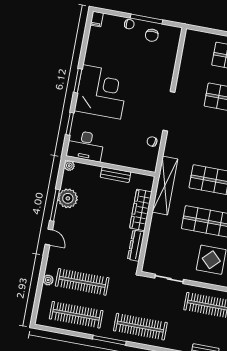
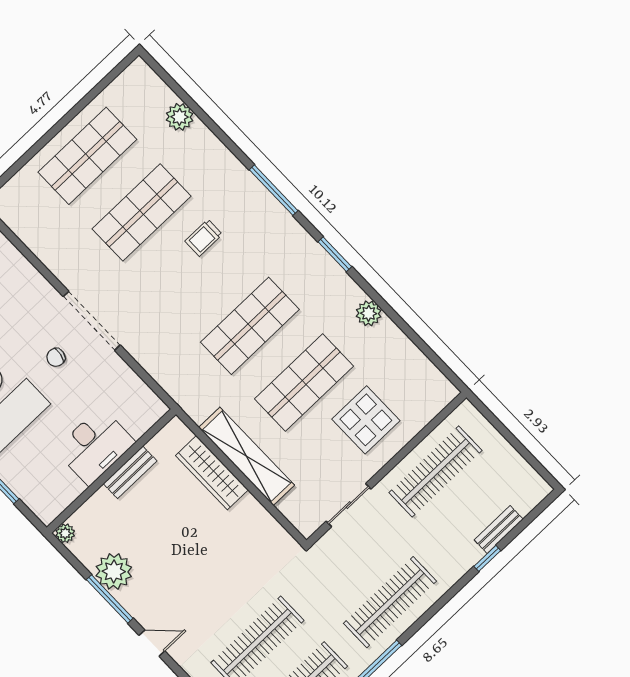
chair: (152, 141) -> (56, 357), moved
desk: (85, 146) -> (95, 446), moved
shelving: (165, 186) -> (247, 456), moved
dresser: (136, 246) -> (261, 519), removed

